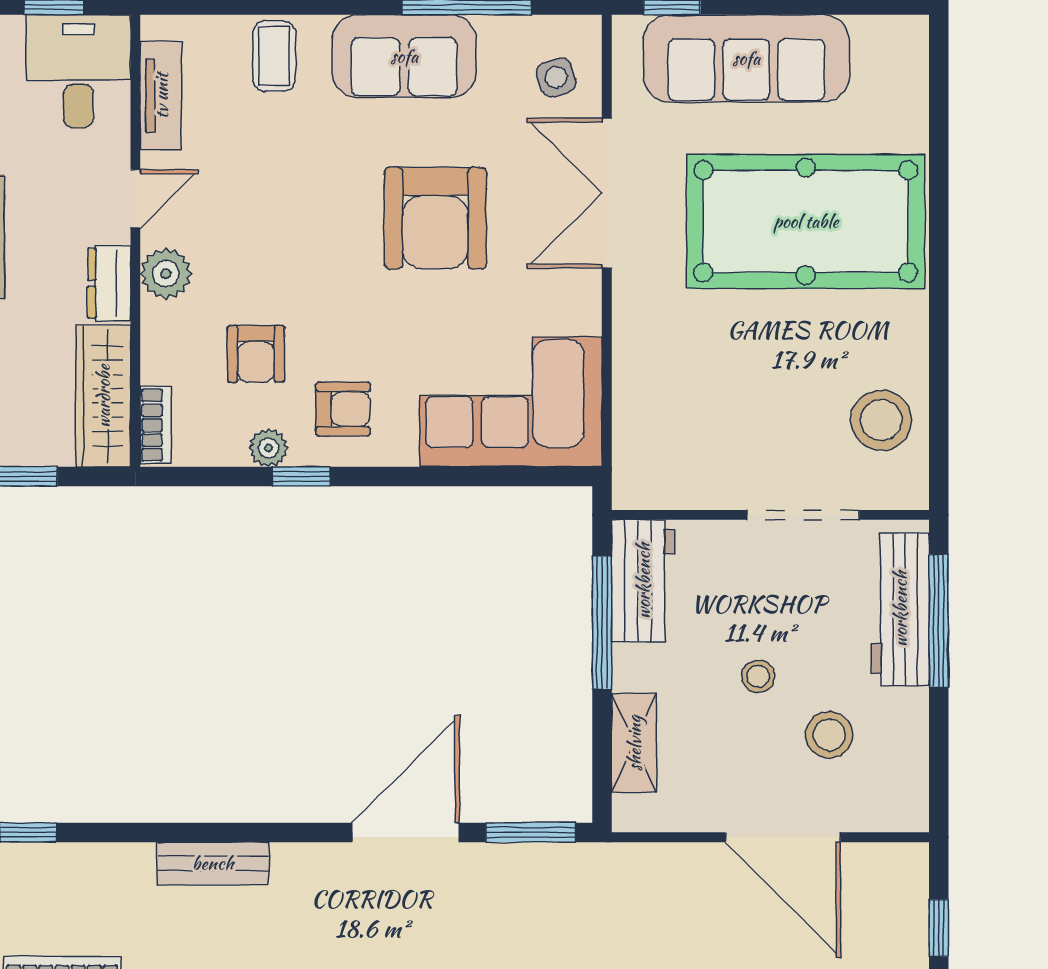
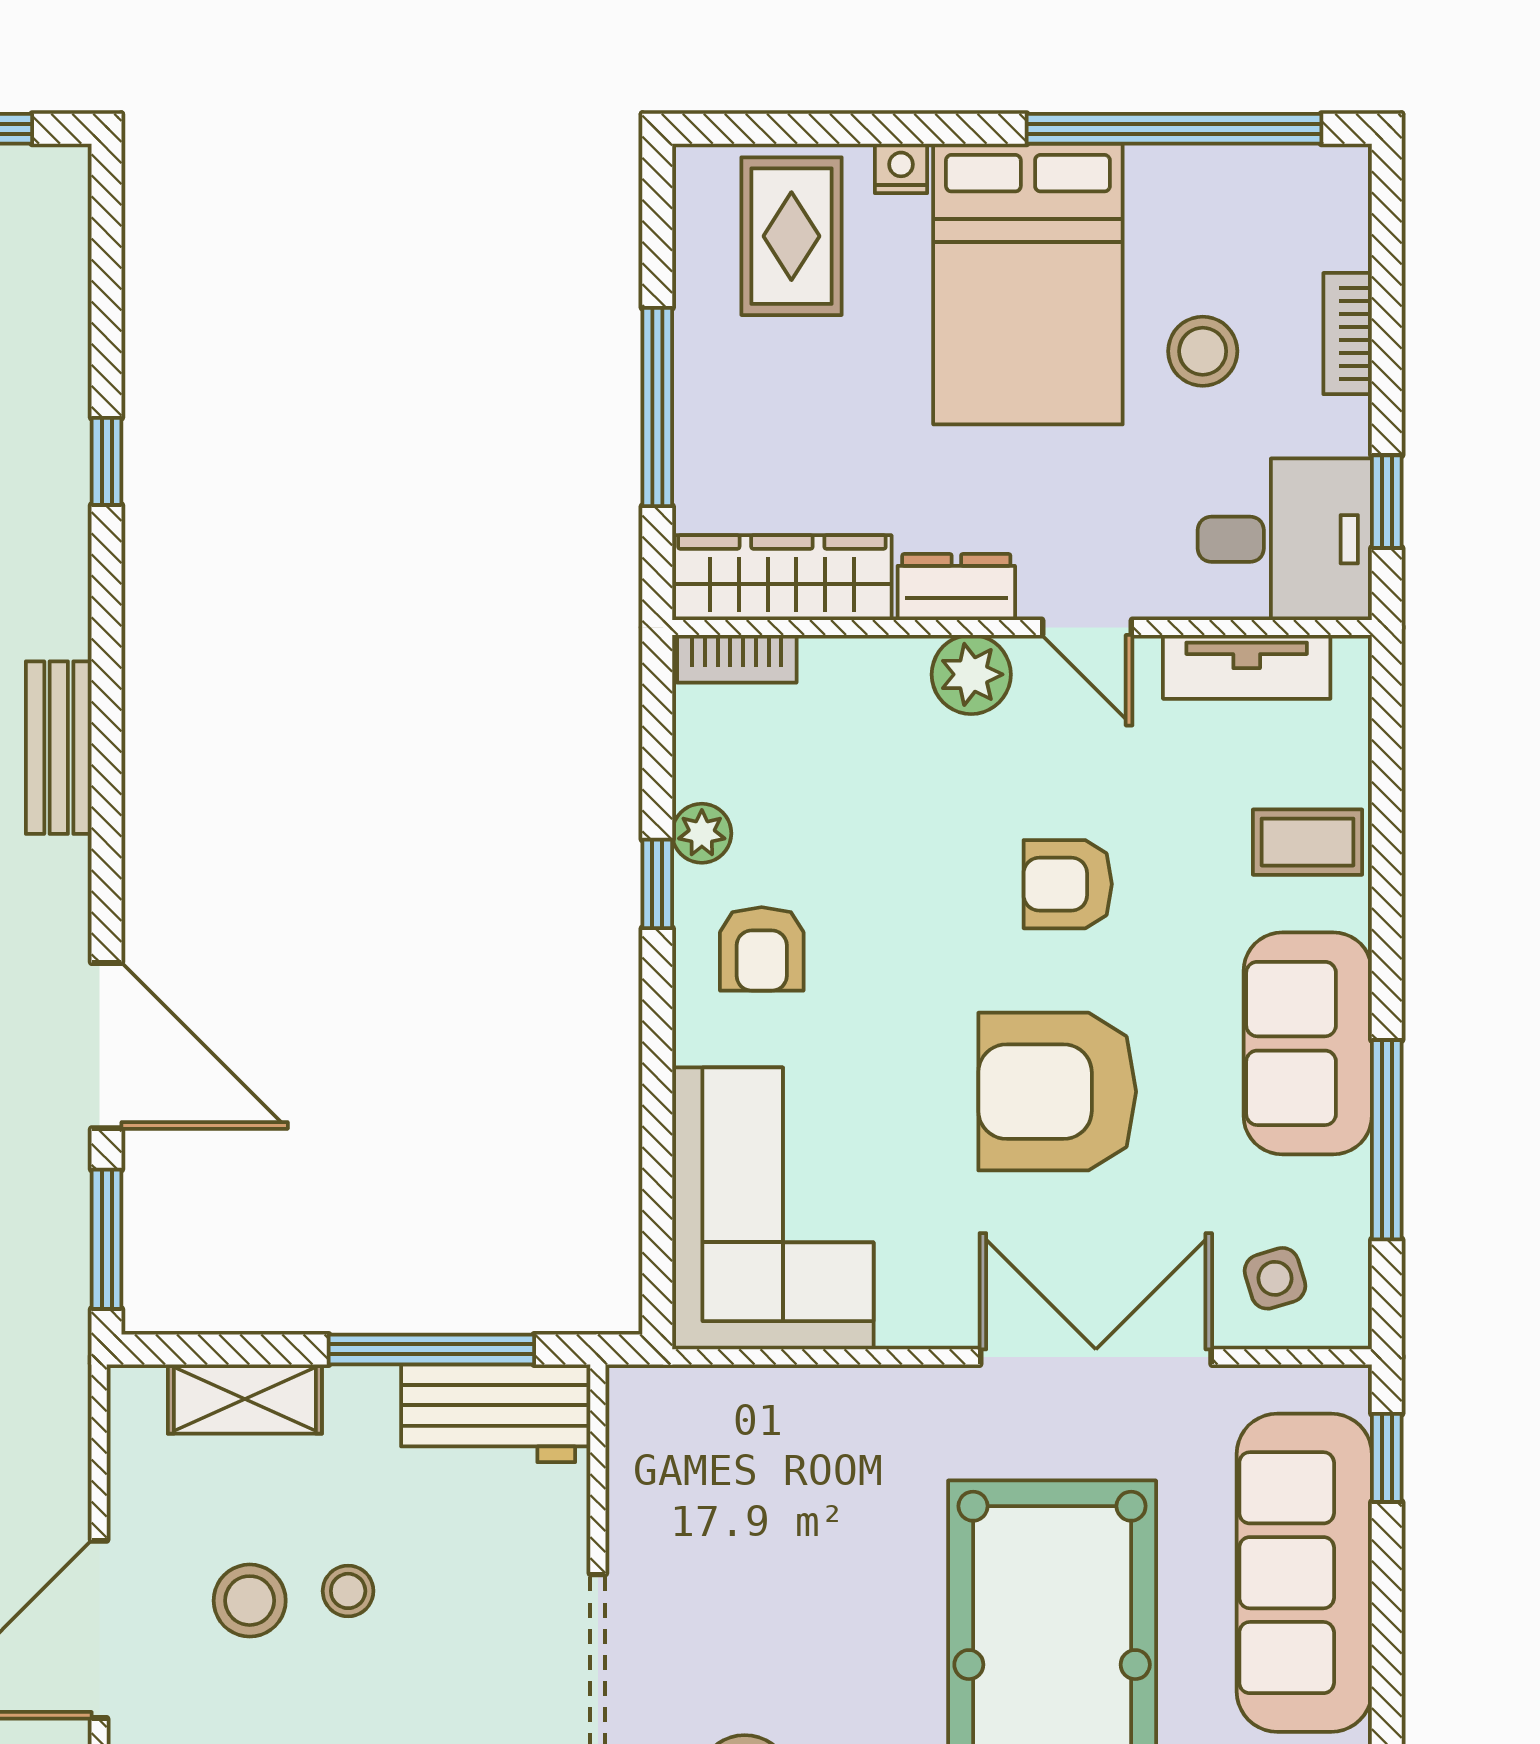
armchair: (256, 354) -> (1068, 884), moved
stool: (829, 735) -> (250, 1601), moved

